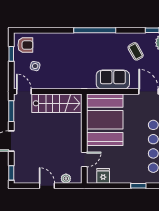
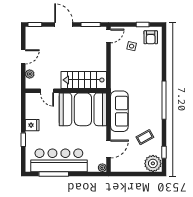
sofa: (113, 80) -> (119, 111), width x1.36
stairs: (57, 103) -> (84, 80), moved, turned 90
fridge: (103, 176) -> (32, 125), moved

